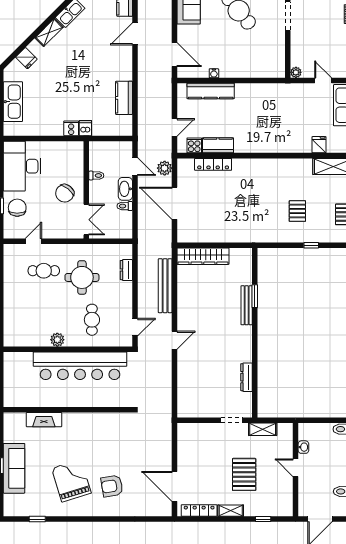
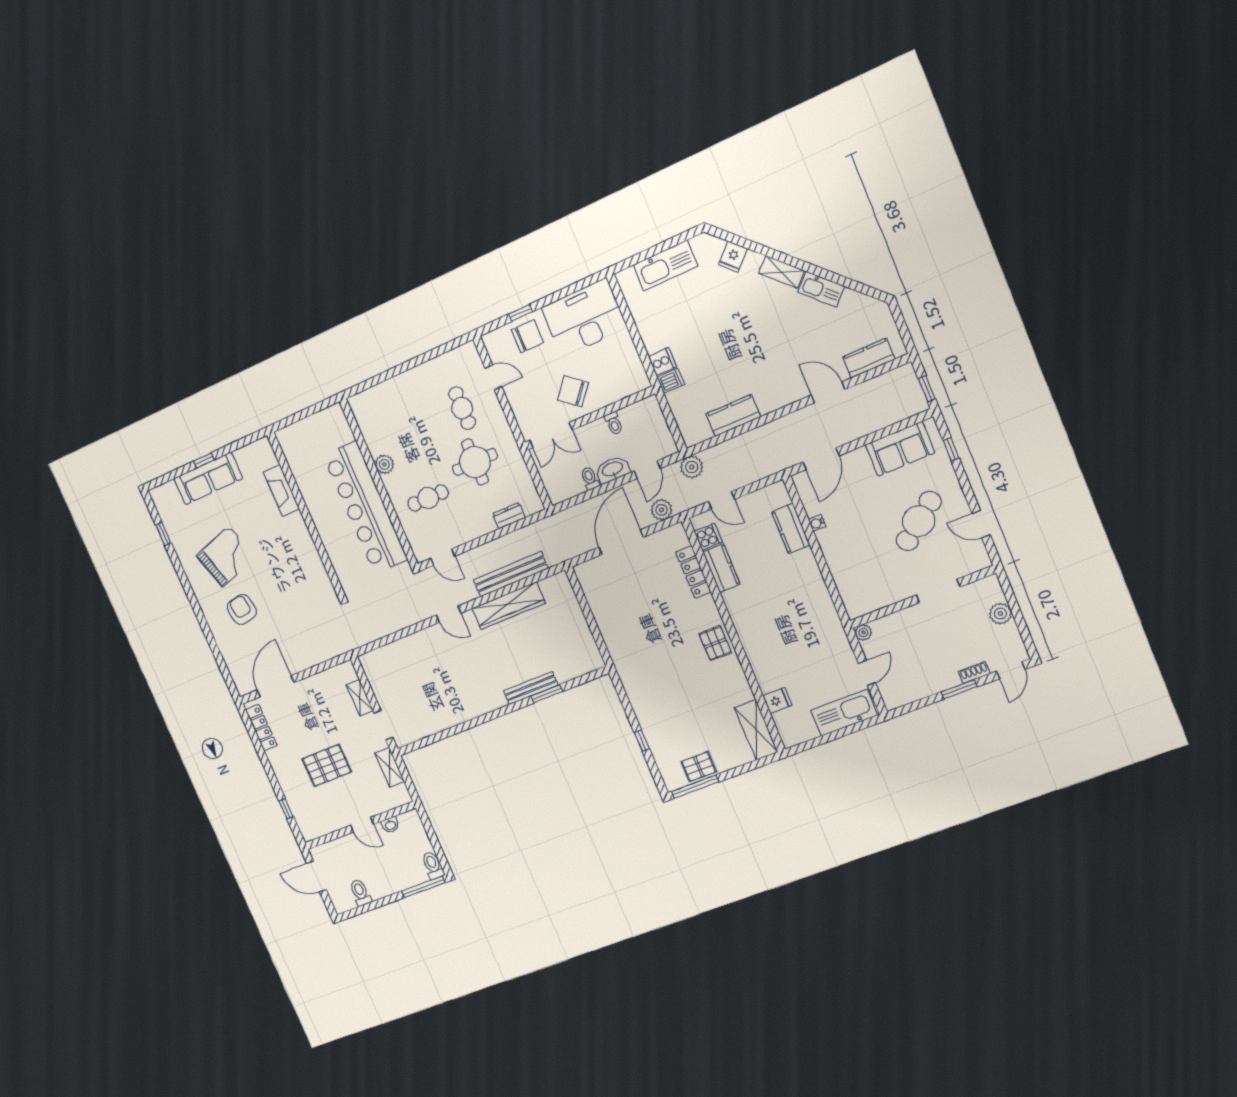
kitchen counter: (211, 91) -> (791, 529), width x0.67
plant: (145, 137) -> (692, 467), added
pallet: (297, 211) -> (715, 643), moved, turned 90
wardrobe: (203, 256) -> (509, 606), moved, turned -90
dresser: (247, 377) -> (443, 723), removed
door: (296, 468) -> (362, 825), swing flipped
shelving: (231, 511) -> (360, 698), moved

